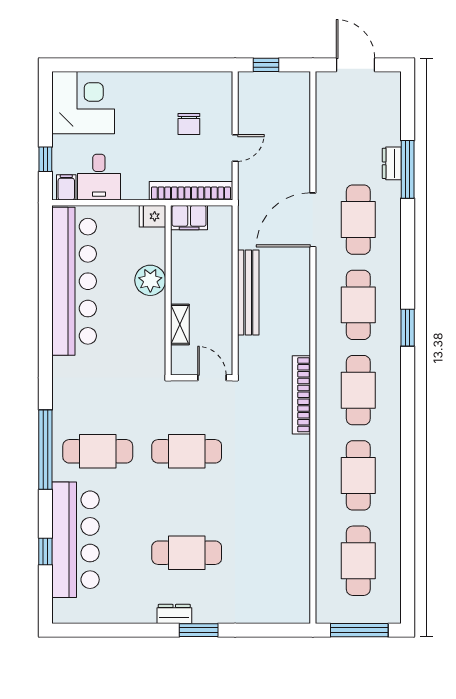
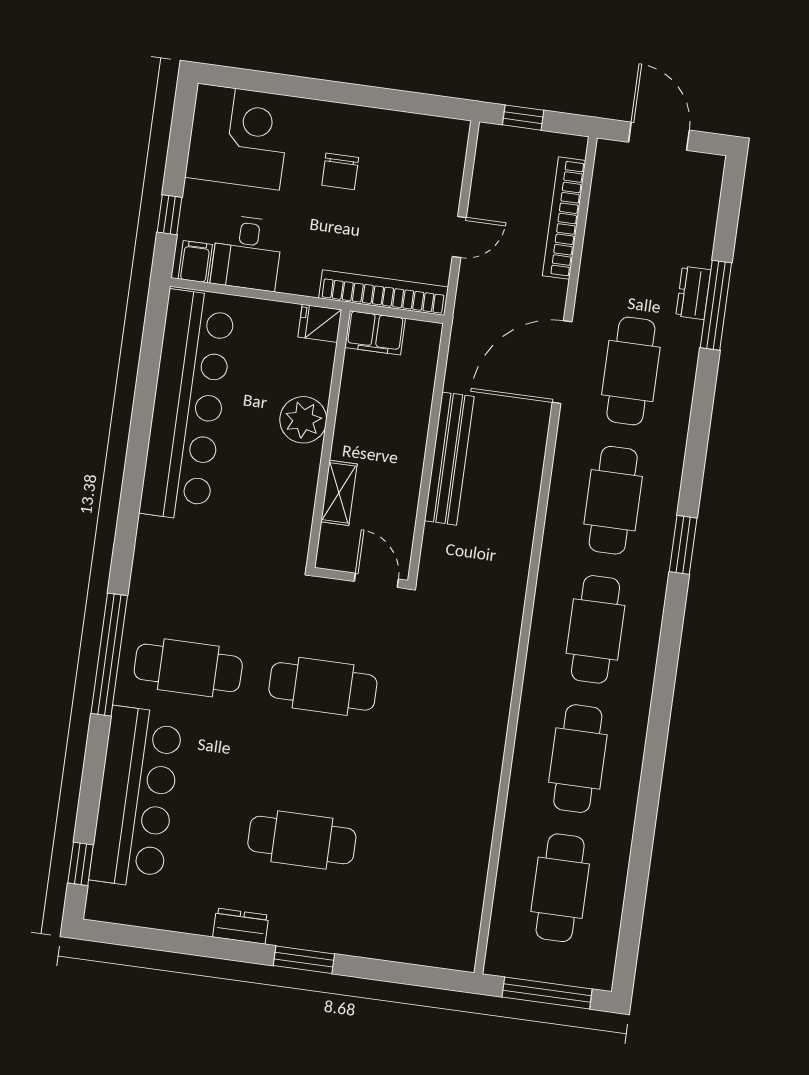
chair: (189, 124) -> (340, 171), moved
bookcase: (301, 395) -> (564, 218), moved
window: (45, 552) -> (81, 864), moved
dresser: (174, 614) -> (241, 926), moved

